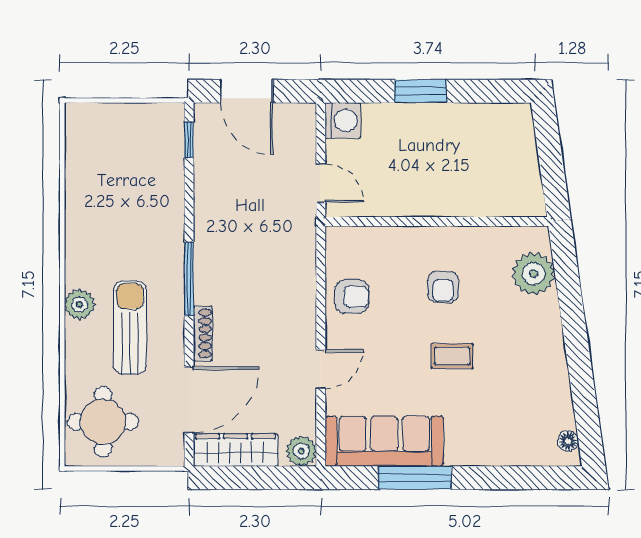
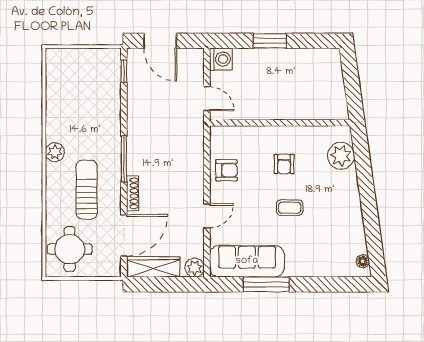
plant: (80, 304) -> (55, 152), moved

